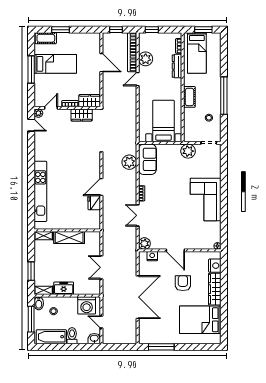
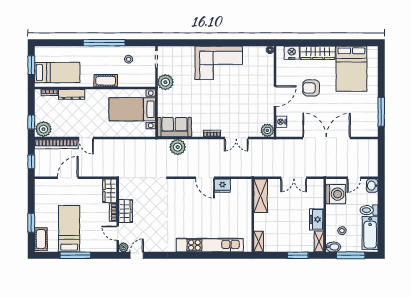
plant: (146, 59) -> (43, 129), moved
wardrobe: (82, 115) -> (126, 211), moved
shelving: (69, 237) -> (261, 196), moved

